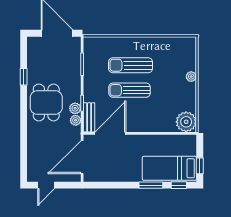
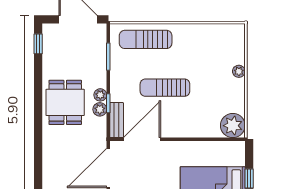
sun lounger: (131, 65) -> (146, 39), moved
window: (24, 77) -> (38, 44), moved
plant: (76, 120) -> (100, 95), moved

